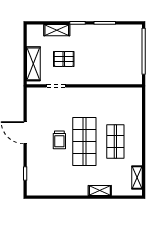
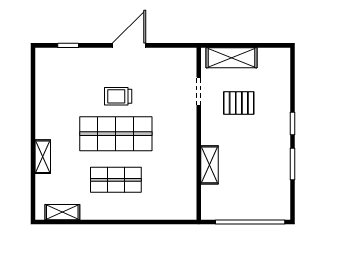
shelving: (57, 30) -> (210, 165), moved
pallet: (64, 59) -> (239, 103), turned 90

